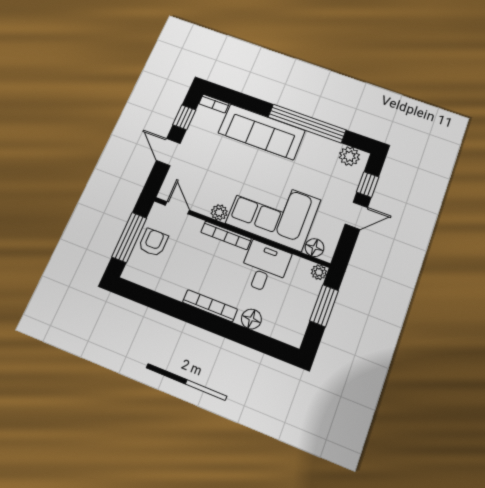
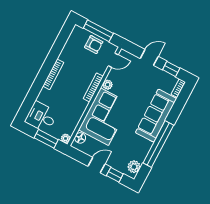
door: (356, 216) -> (96, 165), swing flipped
desk: (264, 267) -> (41, 117), moved, turned 180
floor lamp: (251, 319) -> (43, 97), removed

